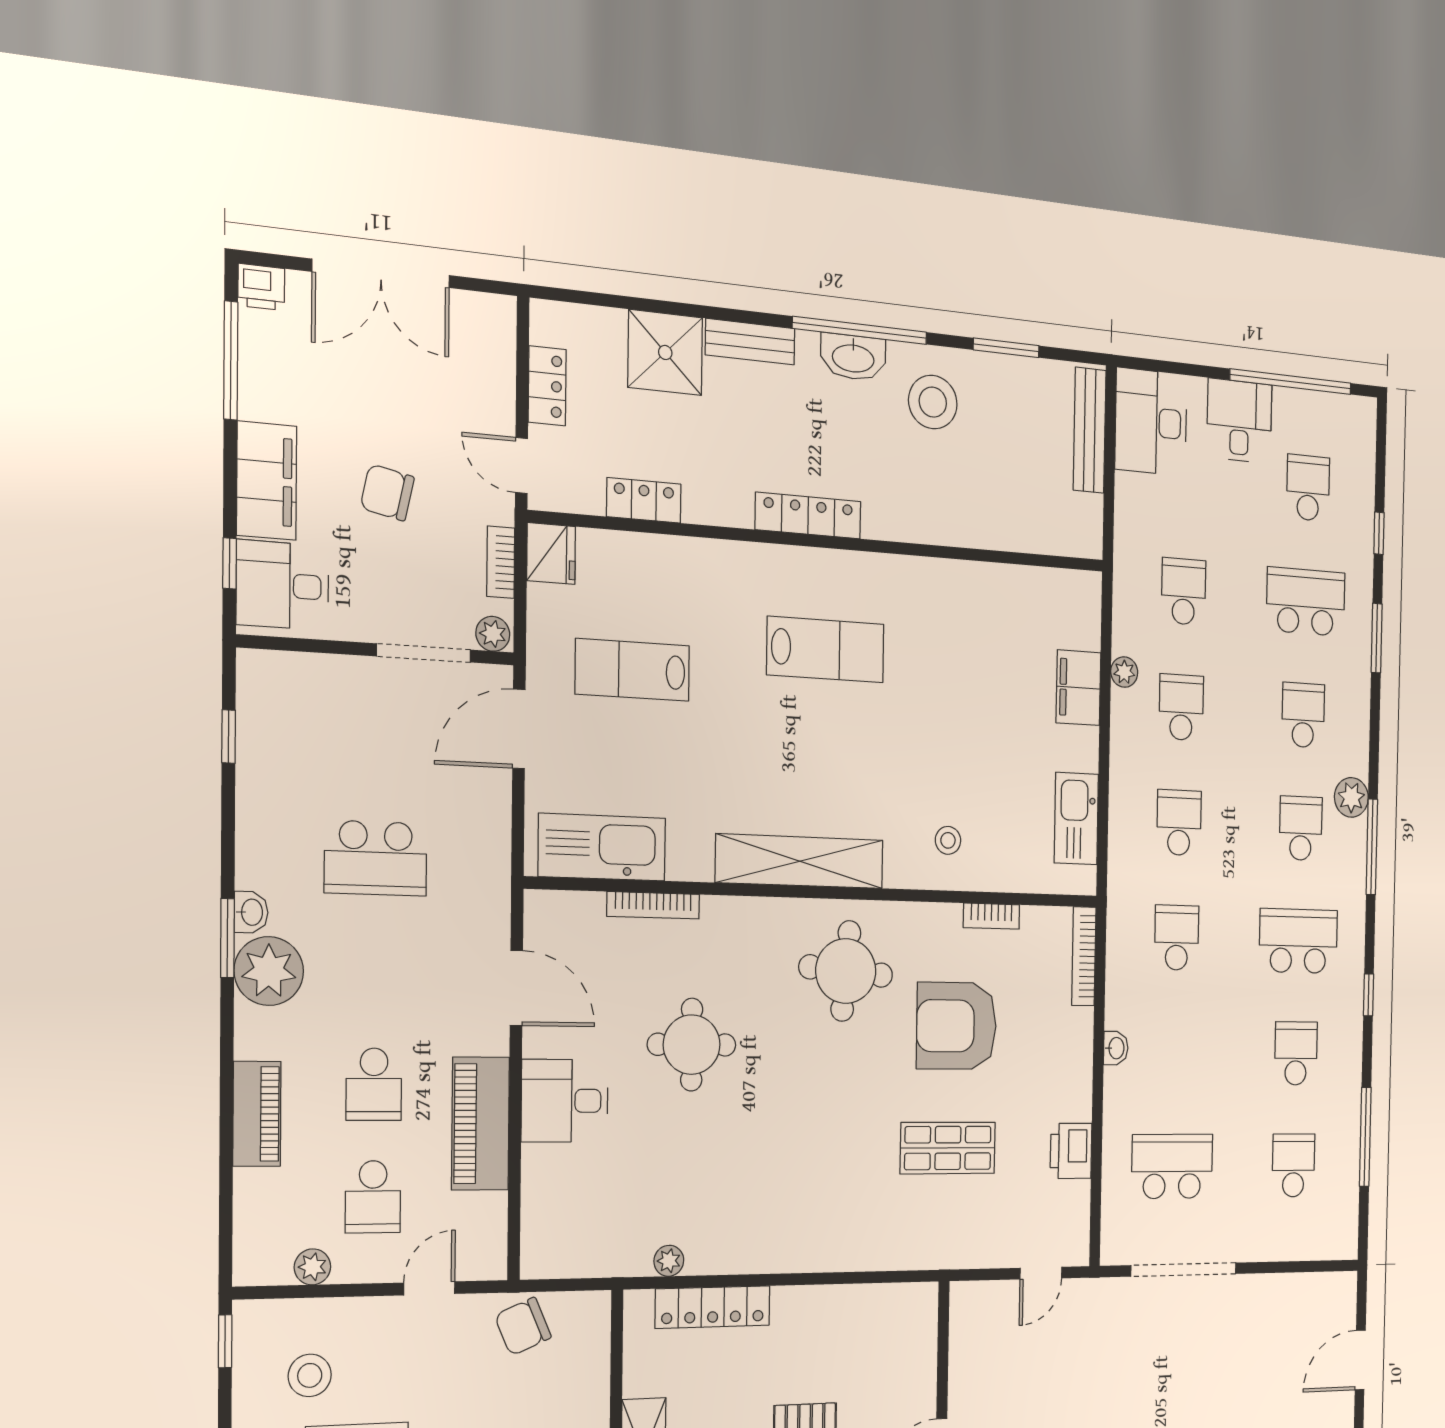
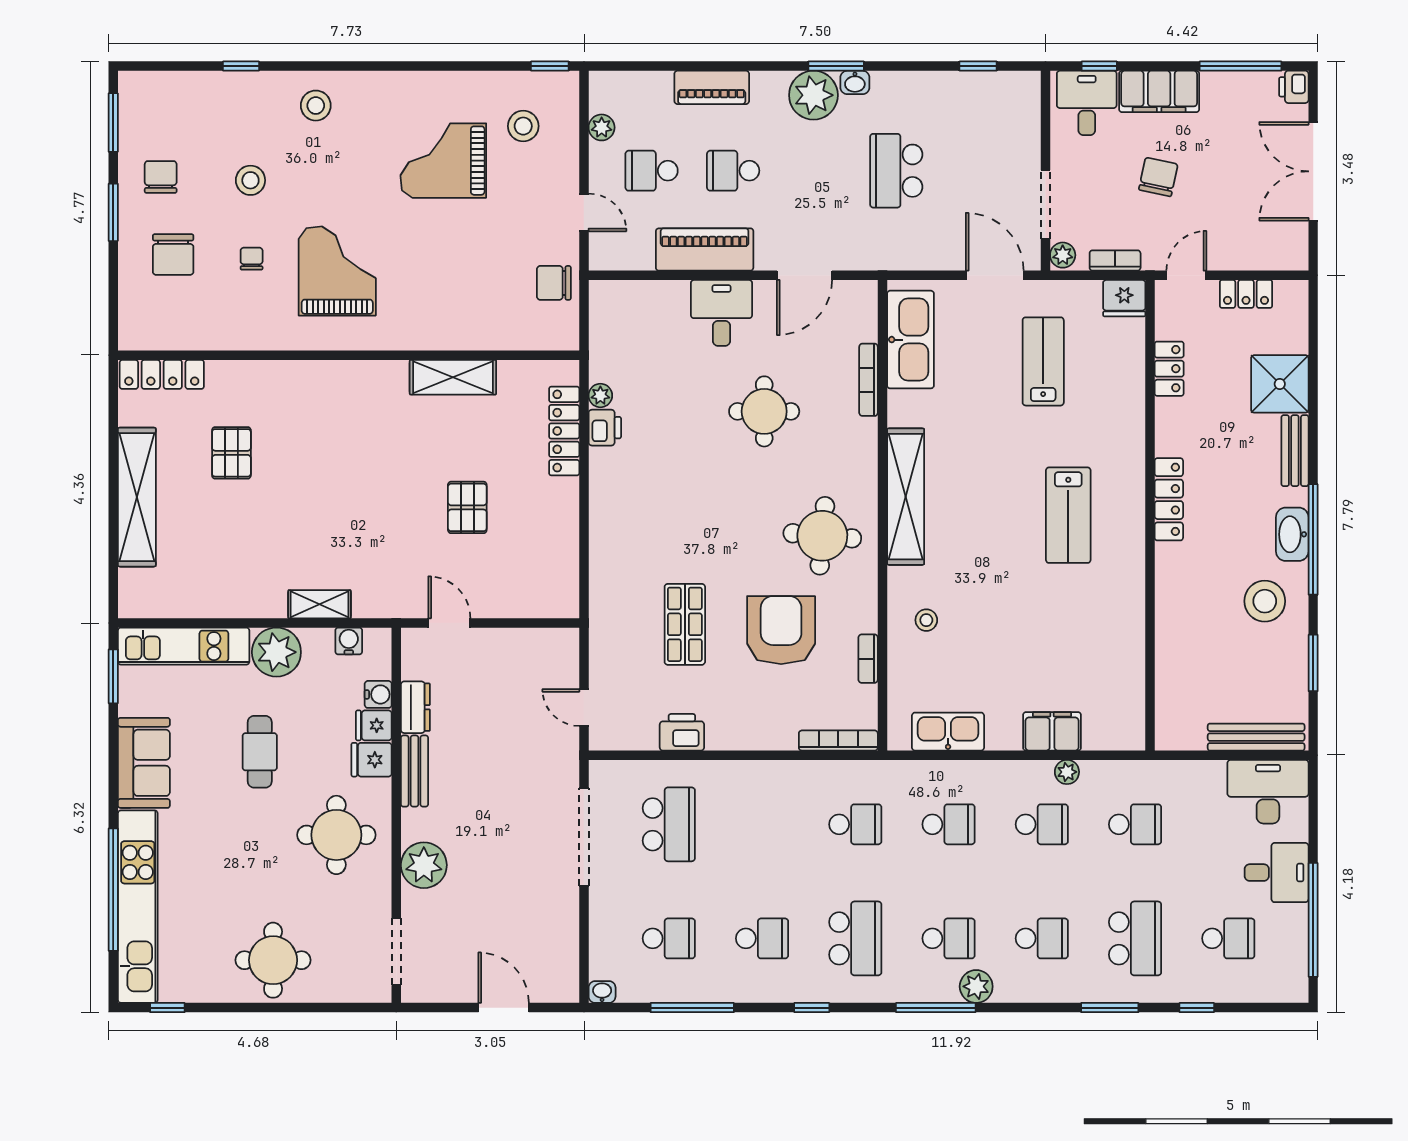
washbasin: (1116, 1048) -> (602, 992), moved, turned 180
printer: (709, 1254) -> (605, 428), added
chair: (523, 1326) -> (554, 283), turned -67

